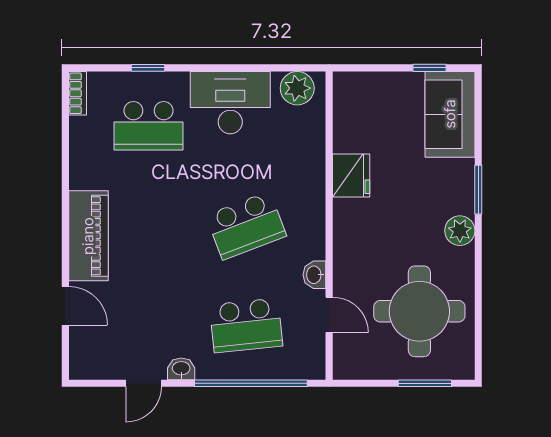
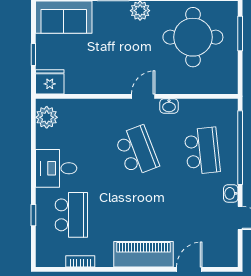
window: (429, 68) -> (33, 55), moved
bookcase: (78, 93) -> (80, 261), moved
desk: (230, 103) -> (56, 168), width x0.73
fridge: (351, 176) -> (50, 82), moved
door: (329, 315) -> (143, 96), moved

